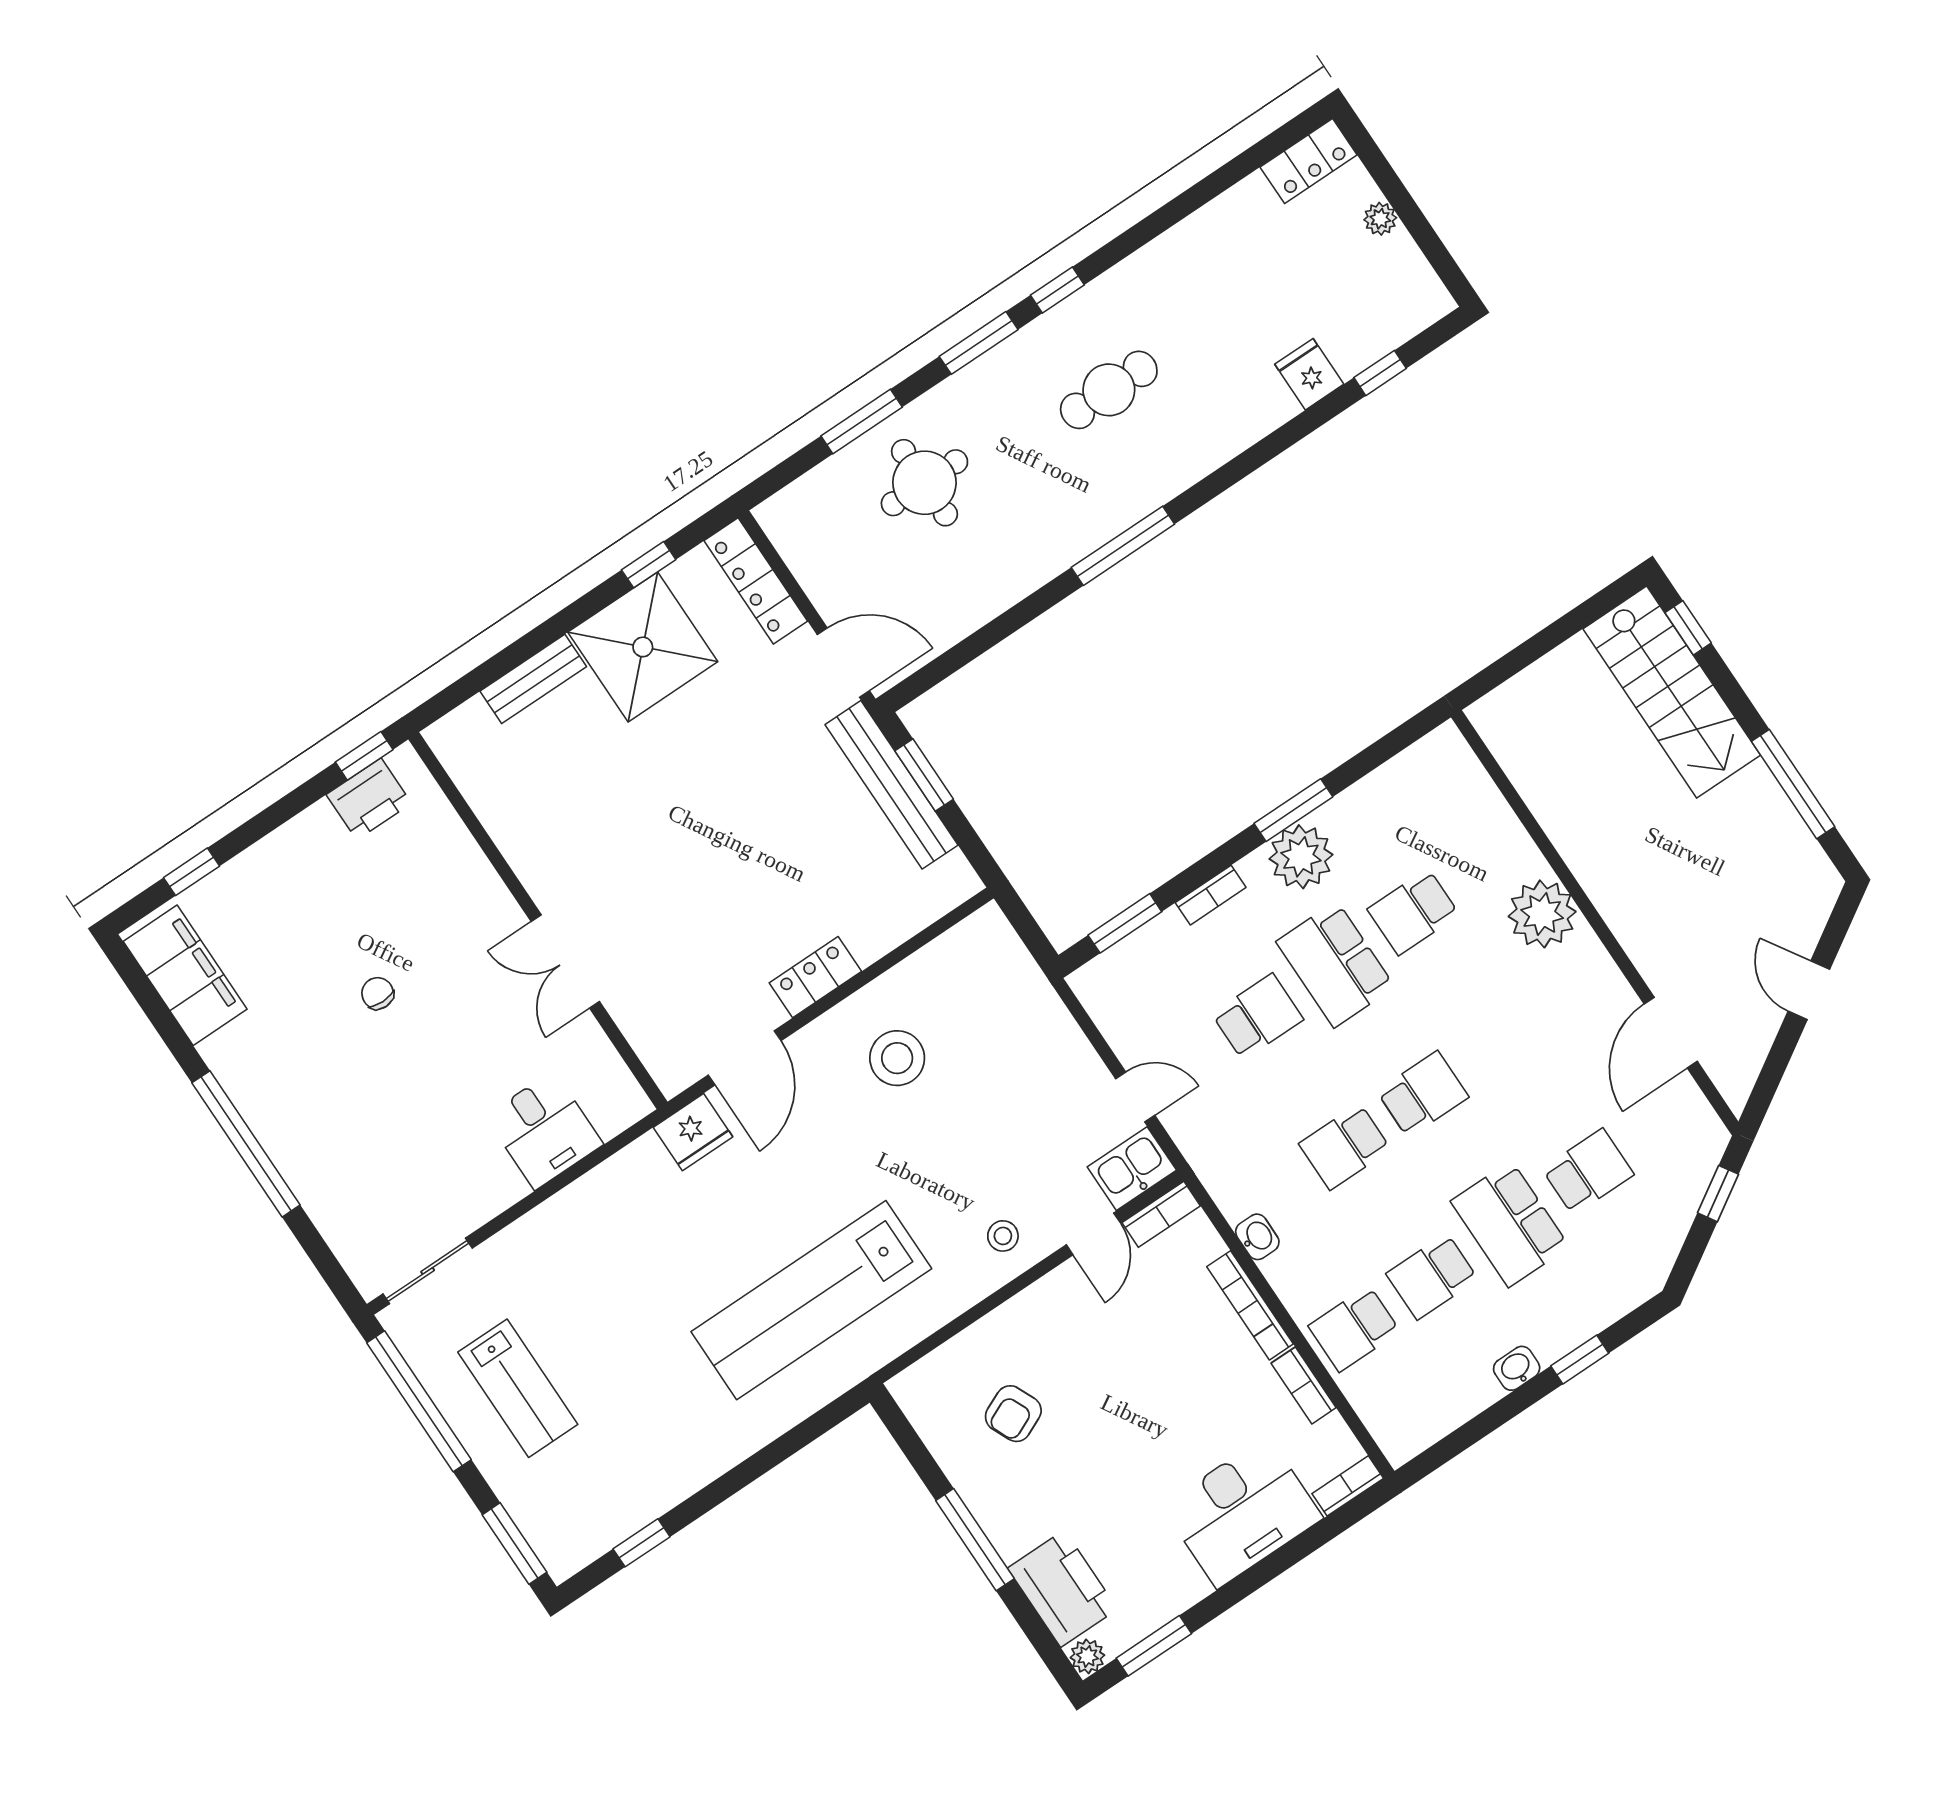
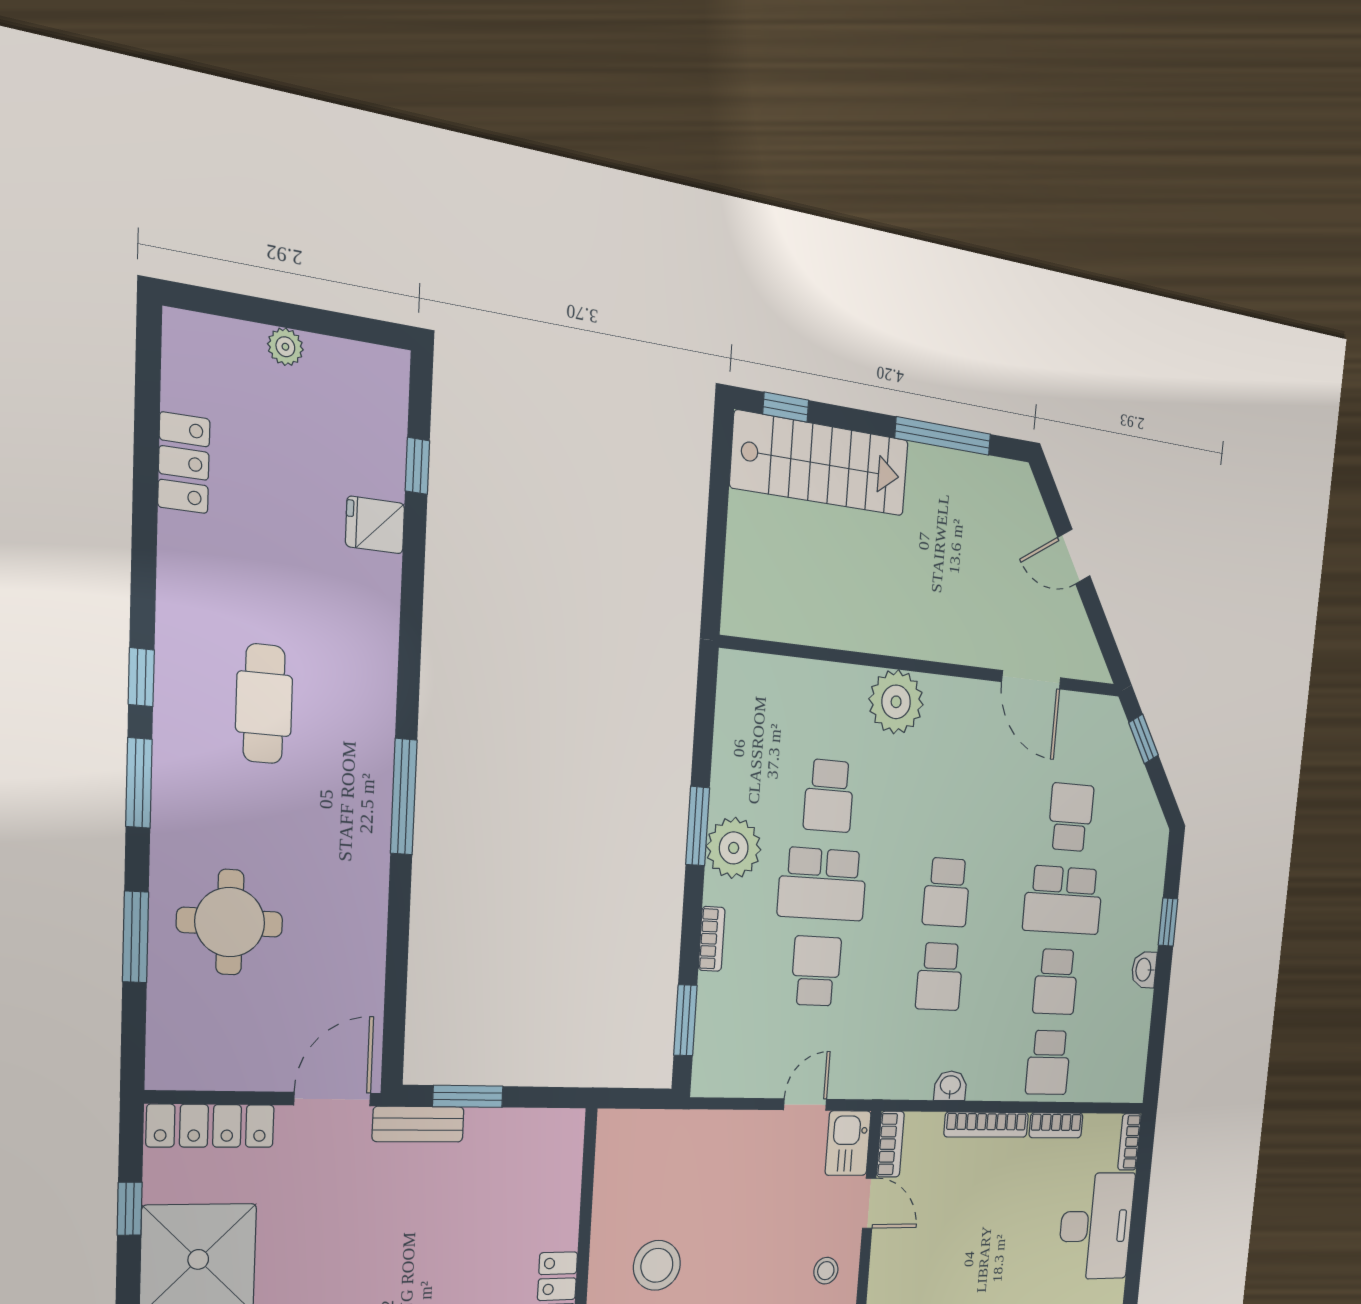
locker: (1309, 161) -> (184, 463), moved
bench: (891, 785) -> (418, 1124), width x0.54, depth x0.82
school desk: (1423, 1094) -> (946, 892), turned 180

